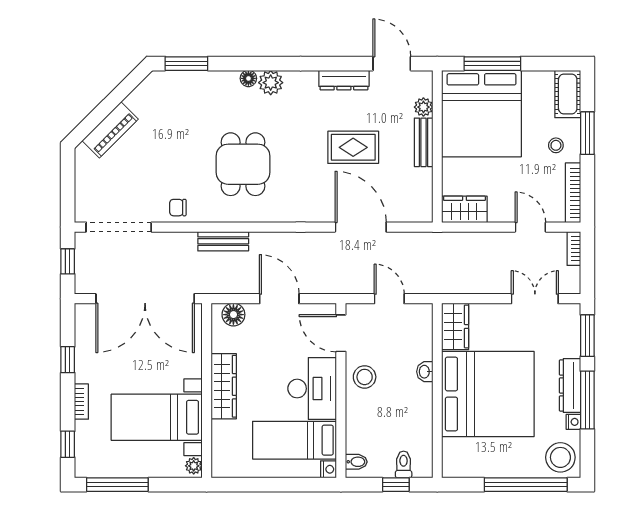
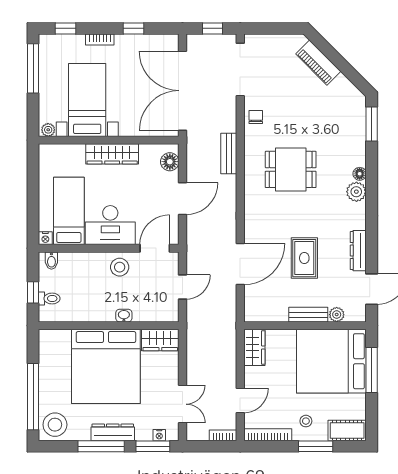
nightstand: (573, 422) -> (159, 435), moved

